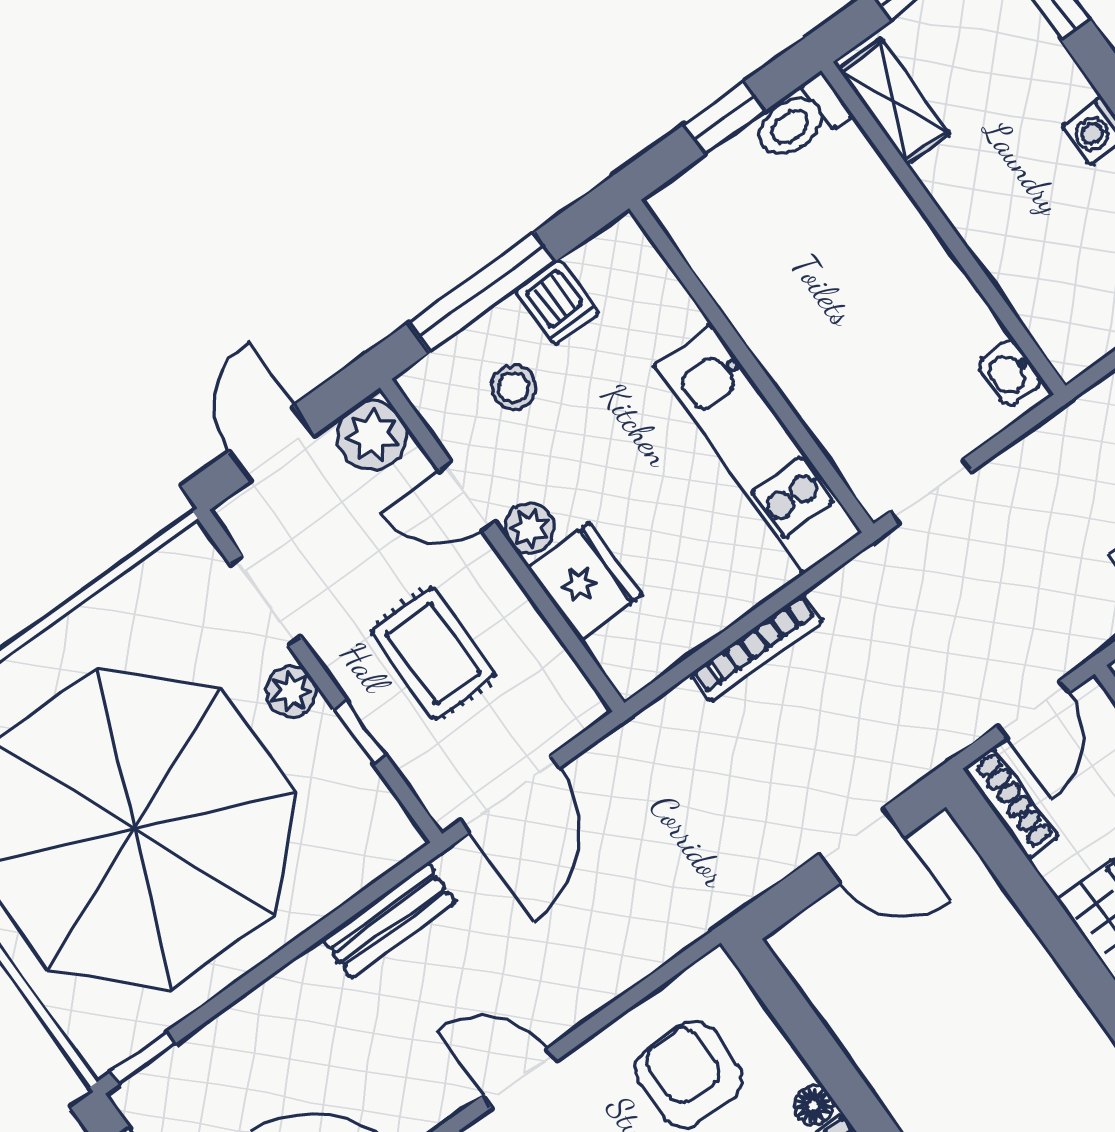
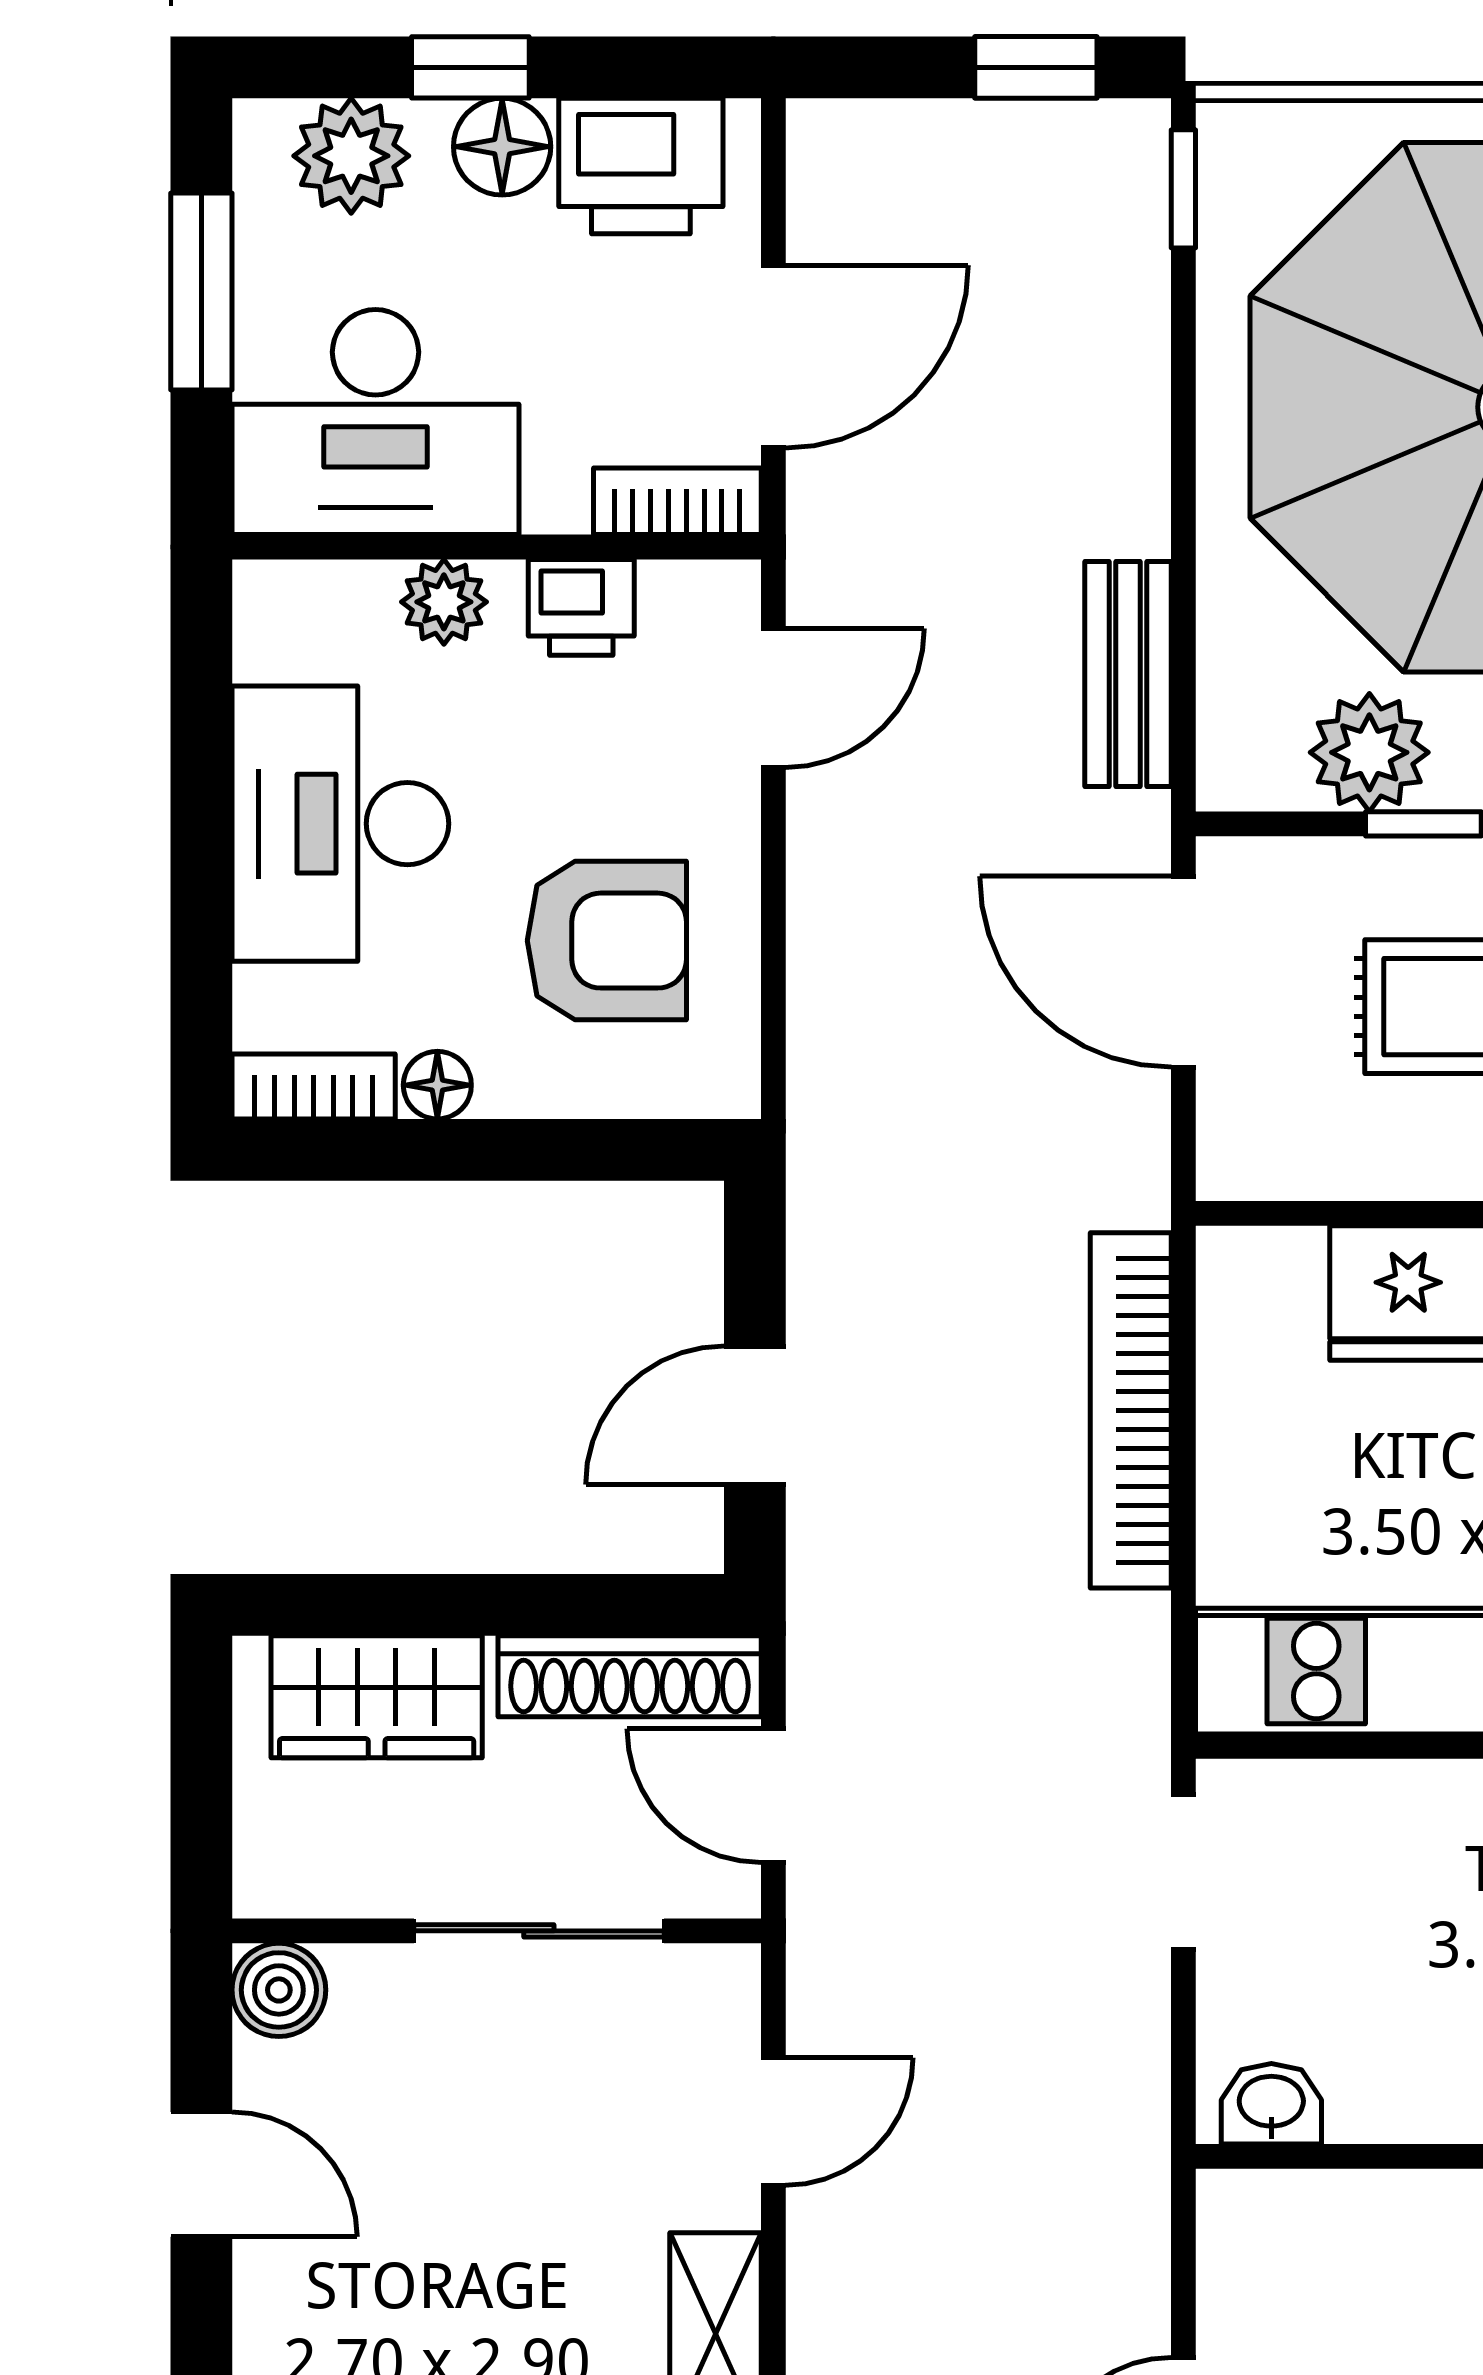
bookcase: (756, 648) -> (1131, 1410), width x1.48, depth x1.31
plant: (345, 781) -> (1369, 752), added
shoe rack: (1010, 803) -> (630, 1676), width x1.36, depth x1.24

